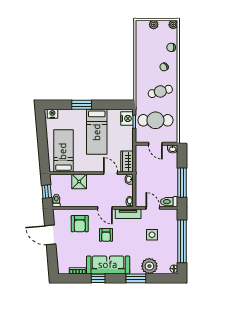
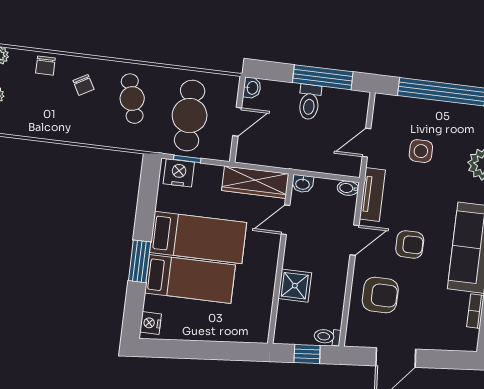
bed: (63, 151) -> (190, 279), moved, turned 180
wardrobe: (127, 161) -> (255, 182), width x1.50
toilet: (169, 202) -> (309, 102), moved

